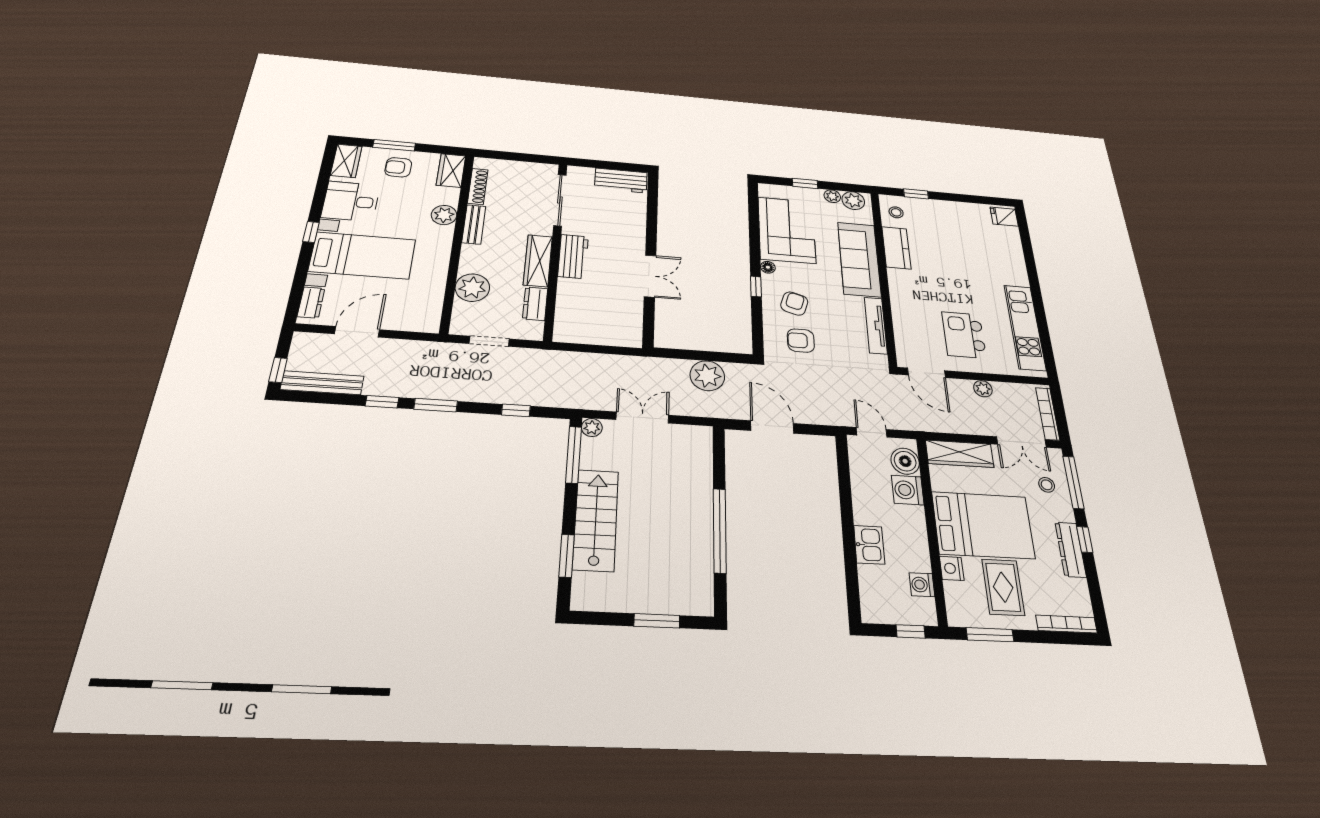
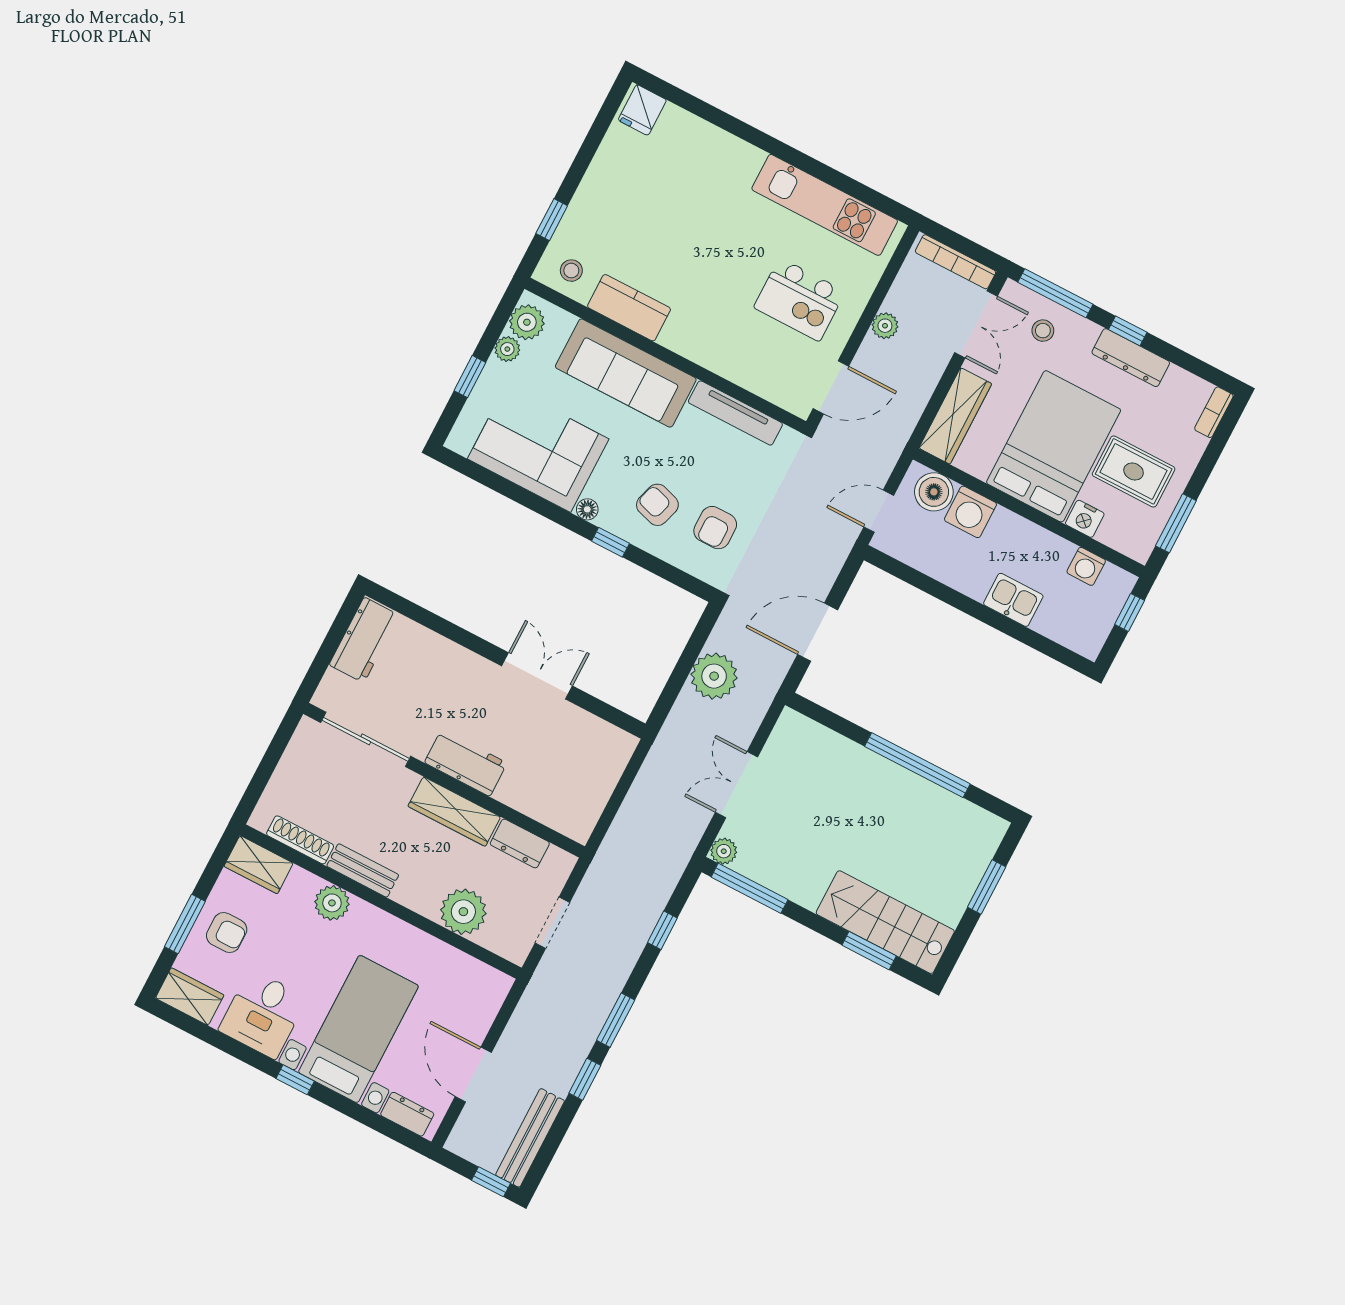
armchair: (398, 167) -> (227, 933), turned -90
stairs: (596, 520) -> (885, 922), moved
bookcase: (1066, 624) -> (1214, 412), width x0.64

